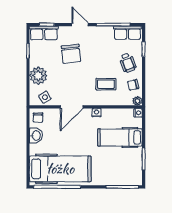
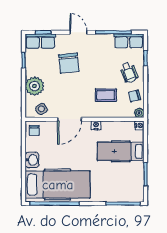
washbasin: (36, 135) -> (32, 160), moved

